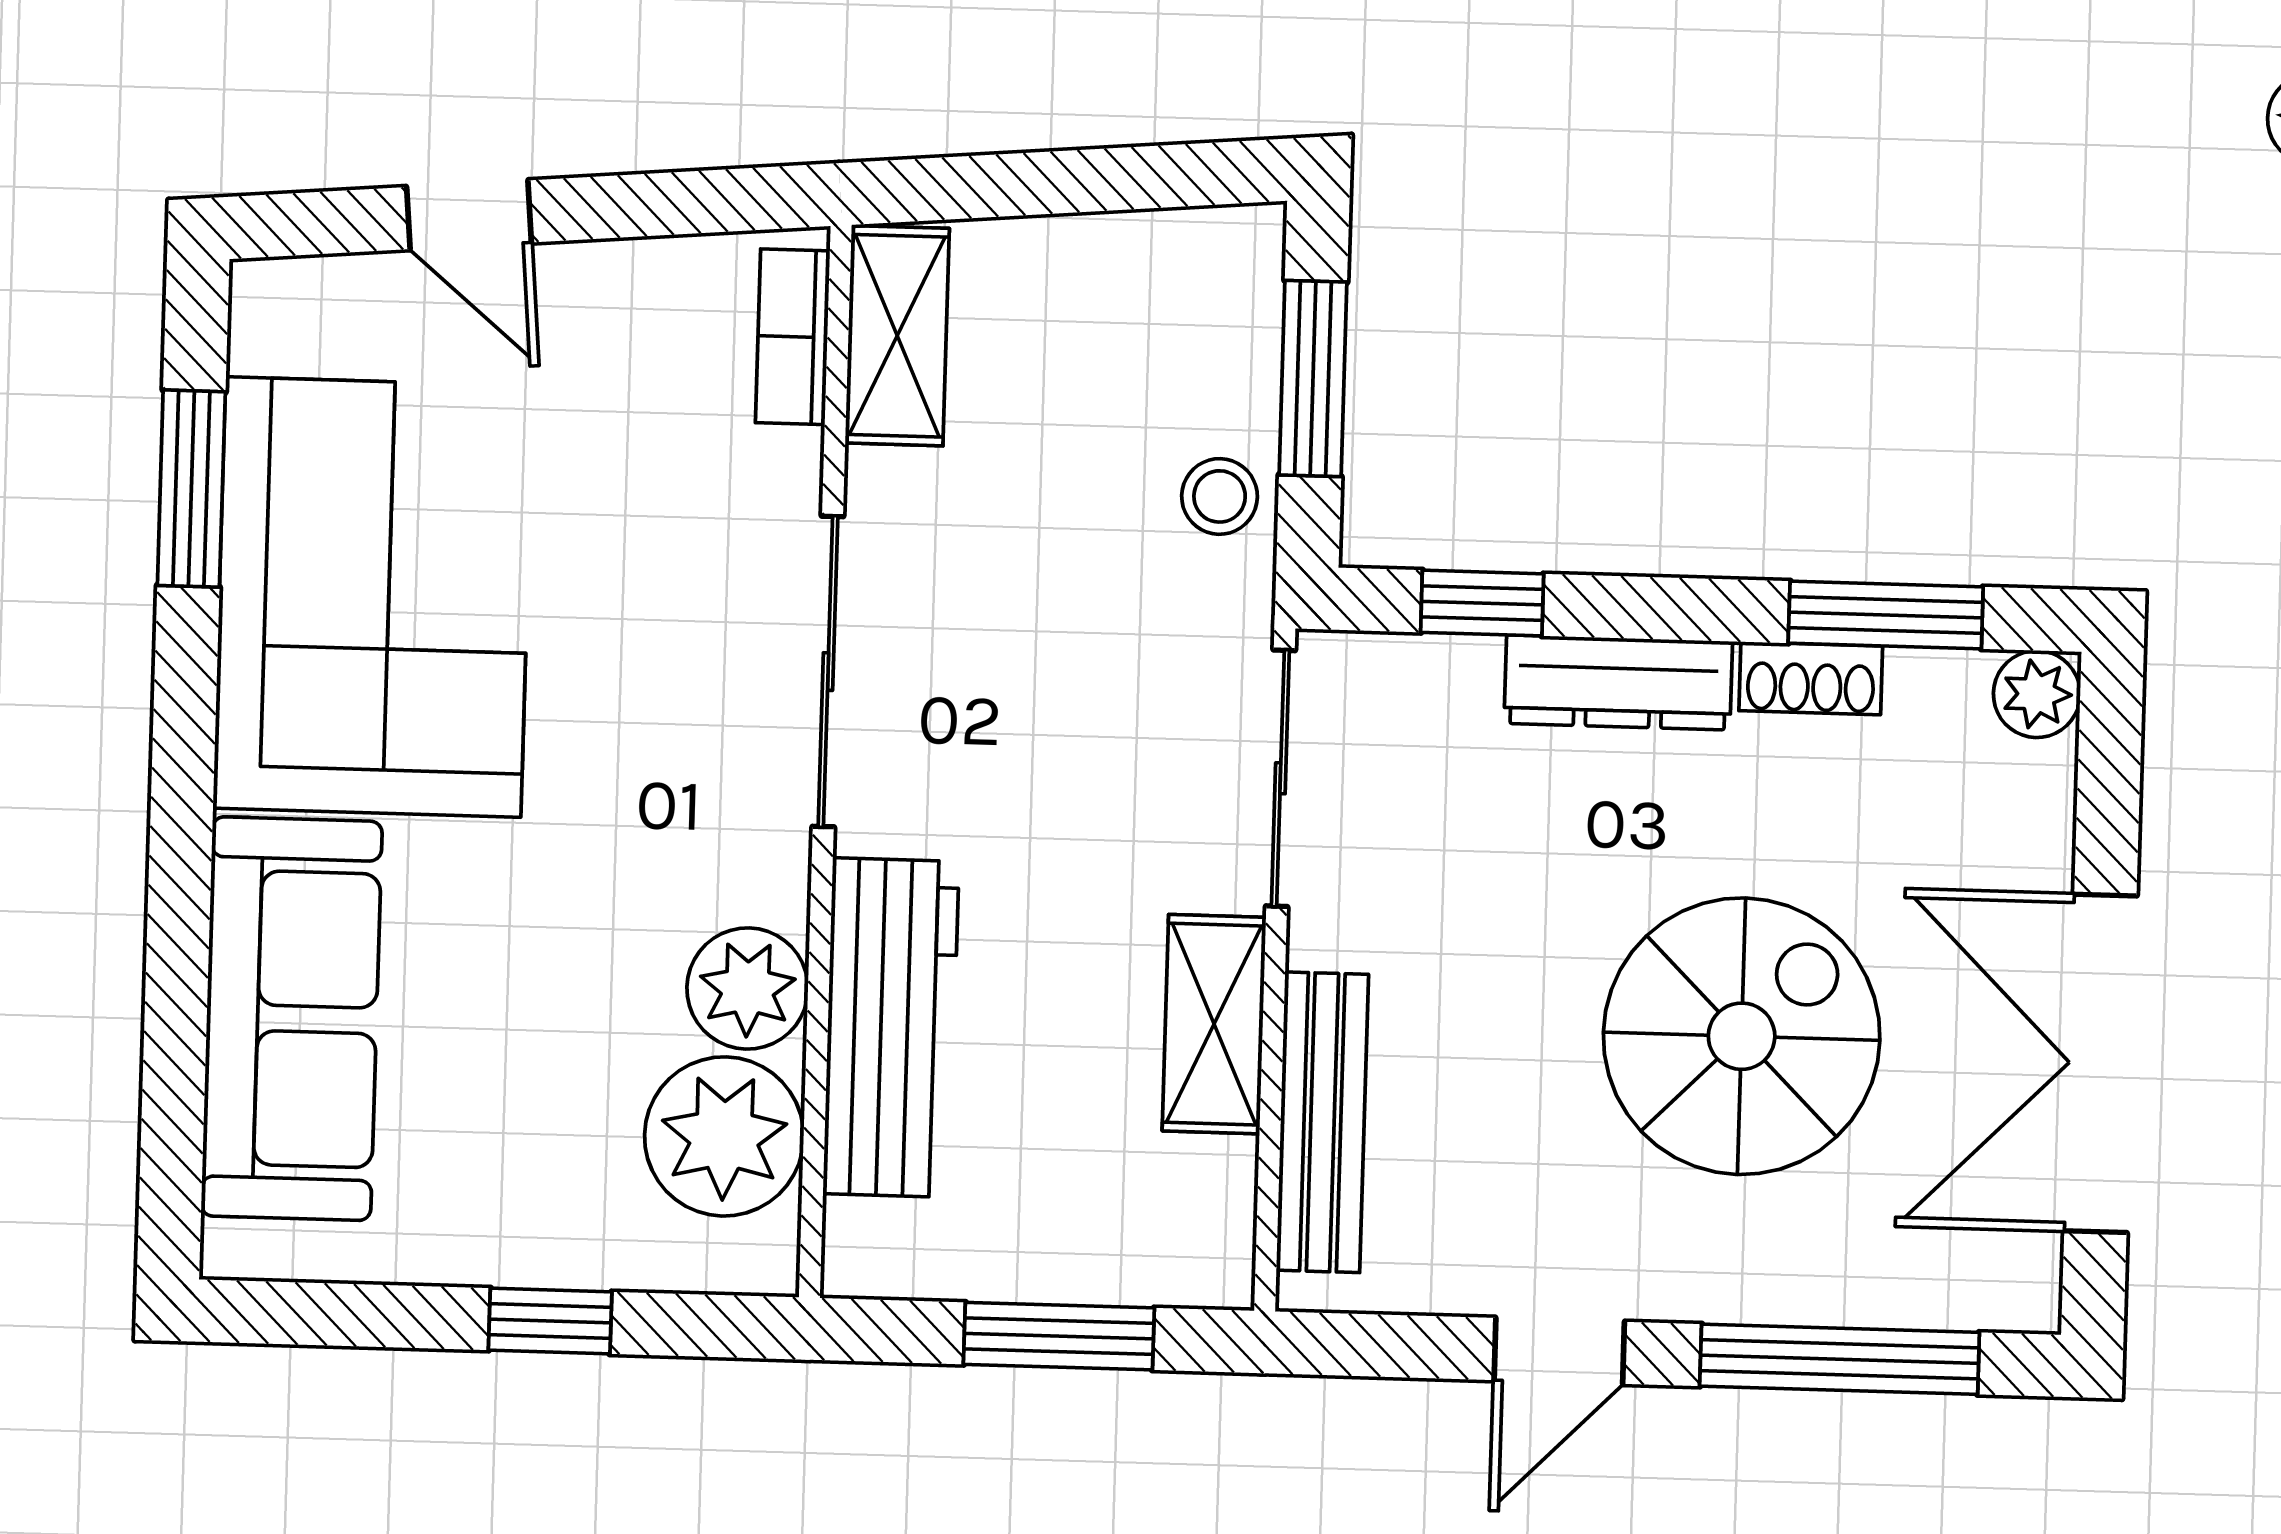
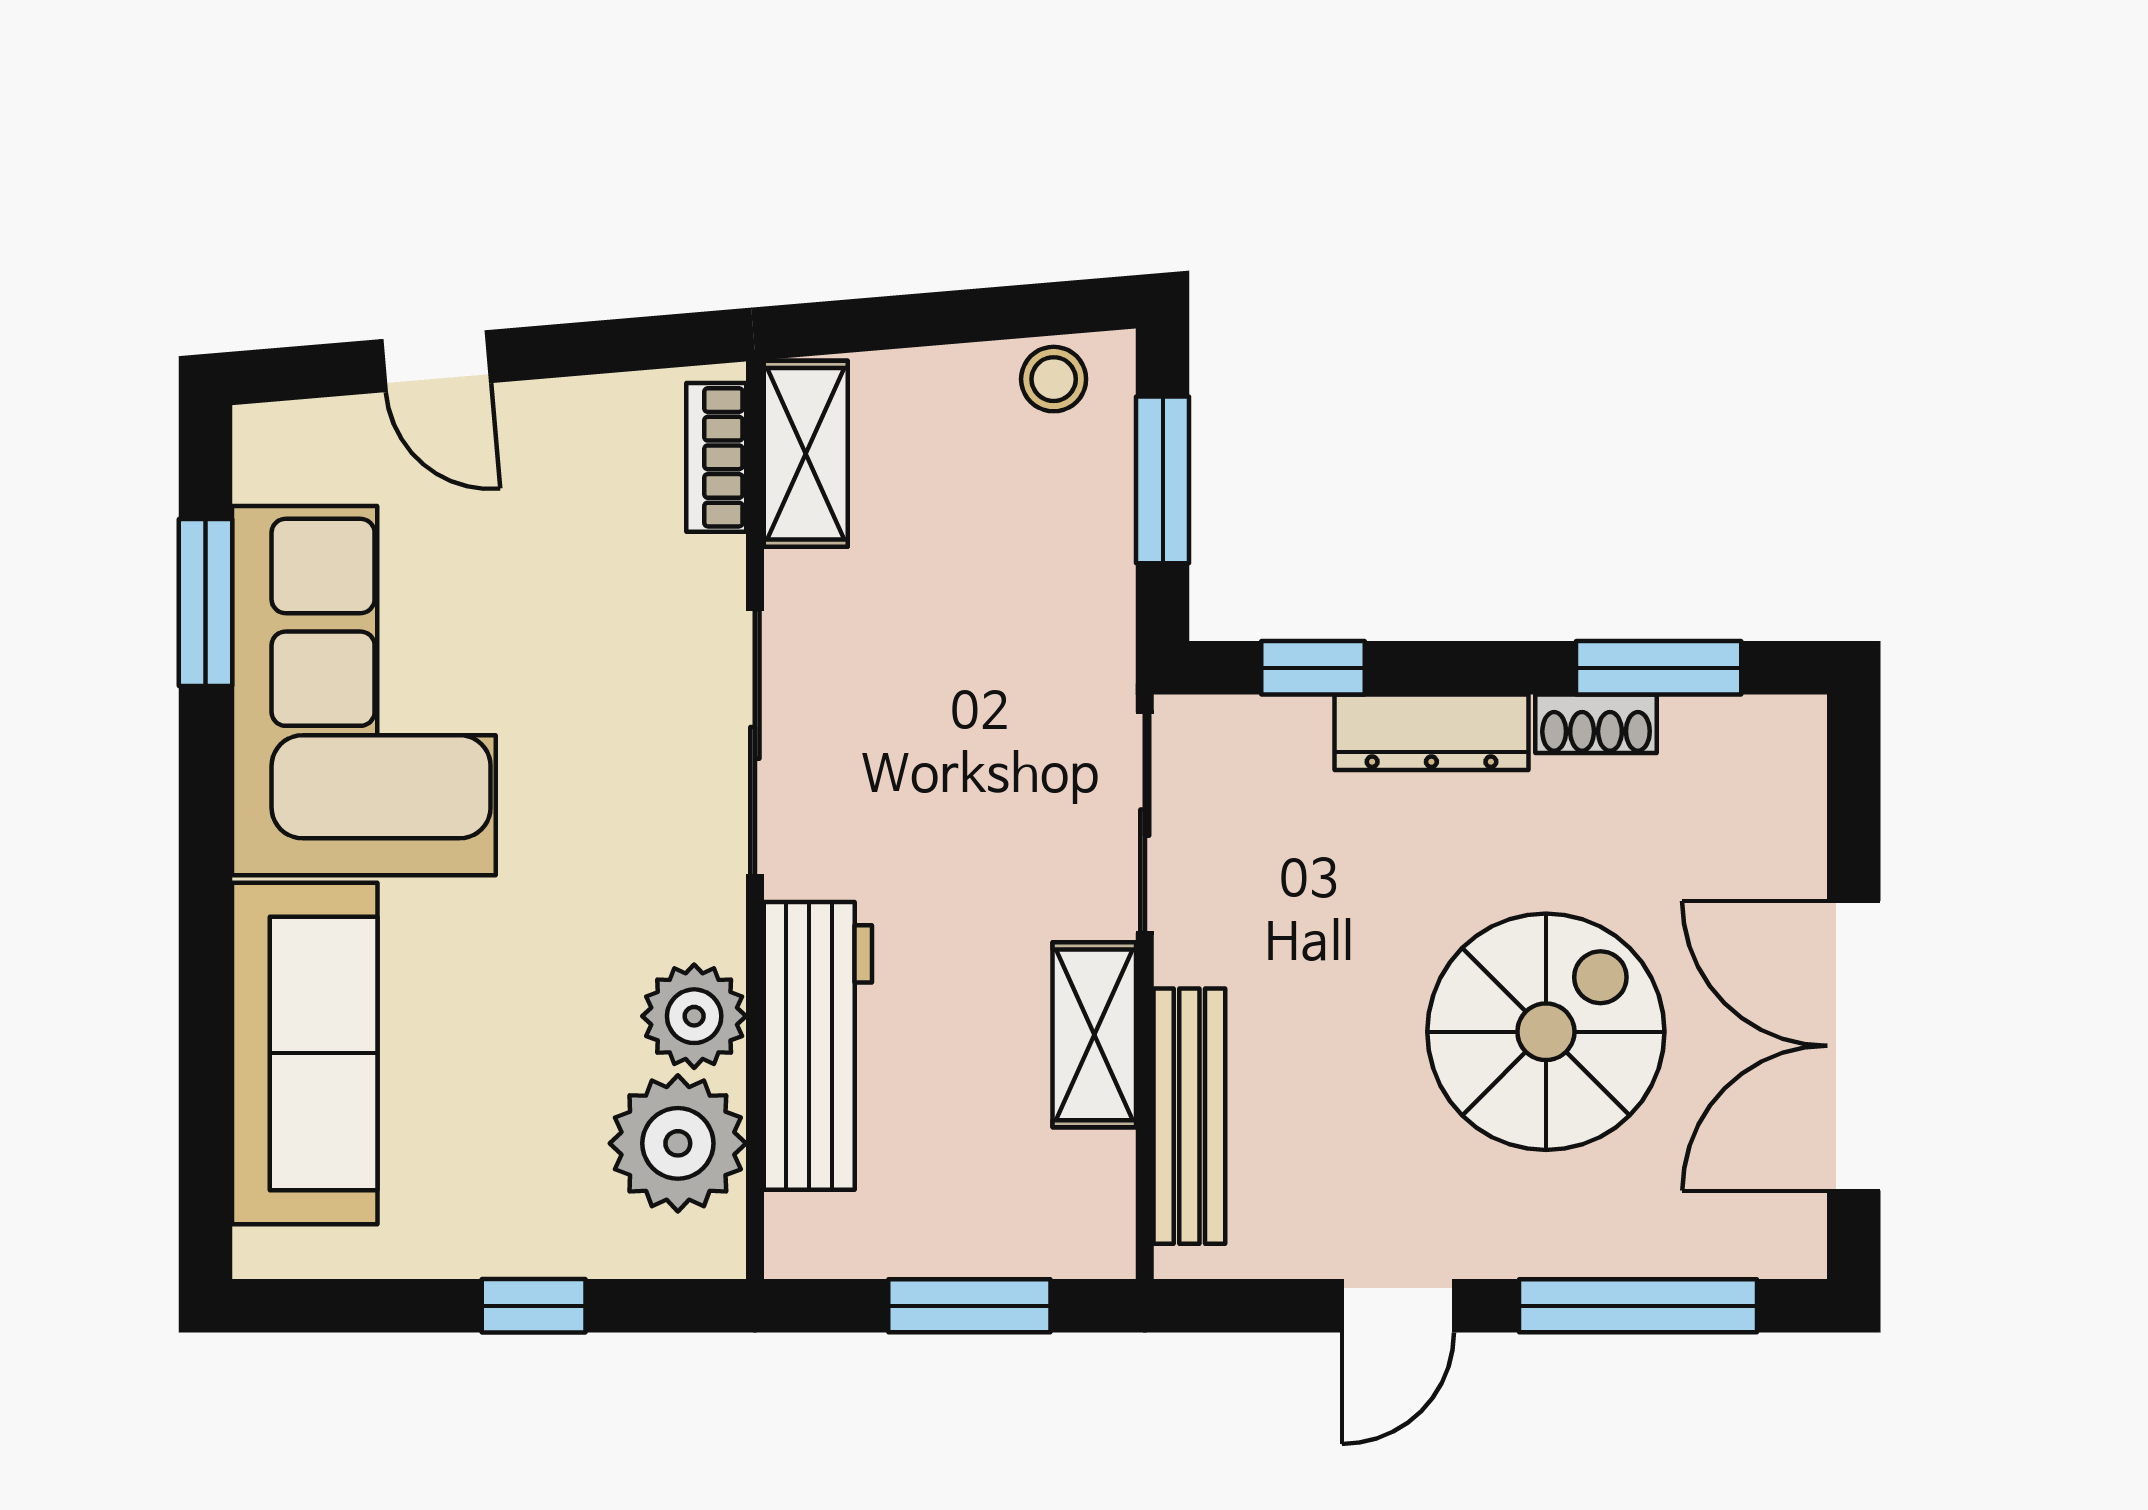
stool: (1220, 496) -> (1054, 379), moved
plant: (2037, 694) -> (1790, 731), removed

